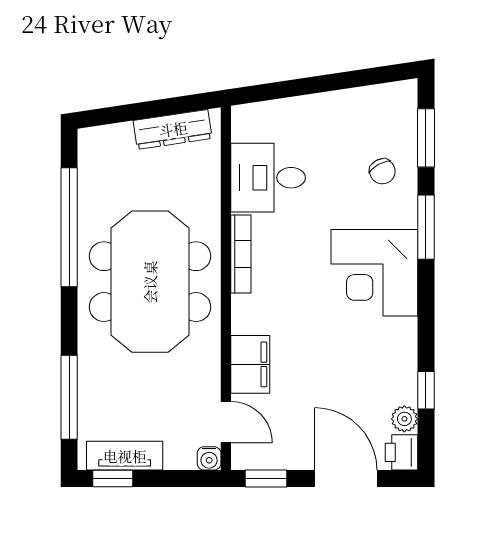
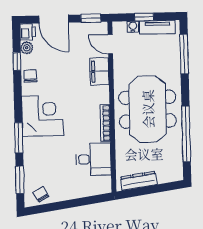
chair: (382, 171) -> (41, 194), moved
chair: (398, 359) -> (30, 76), added
water cooler: (209, 458) -> (133, 27), moved
window: (113, 478) -> (144, 17), moved

